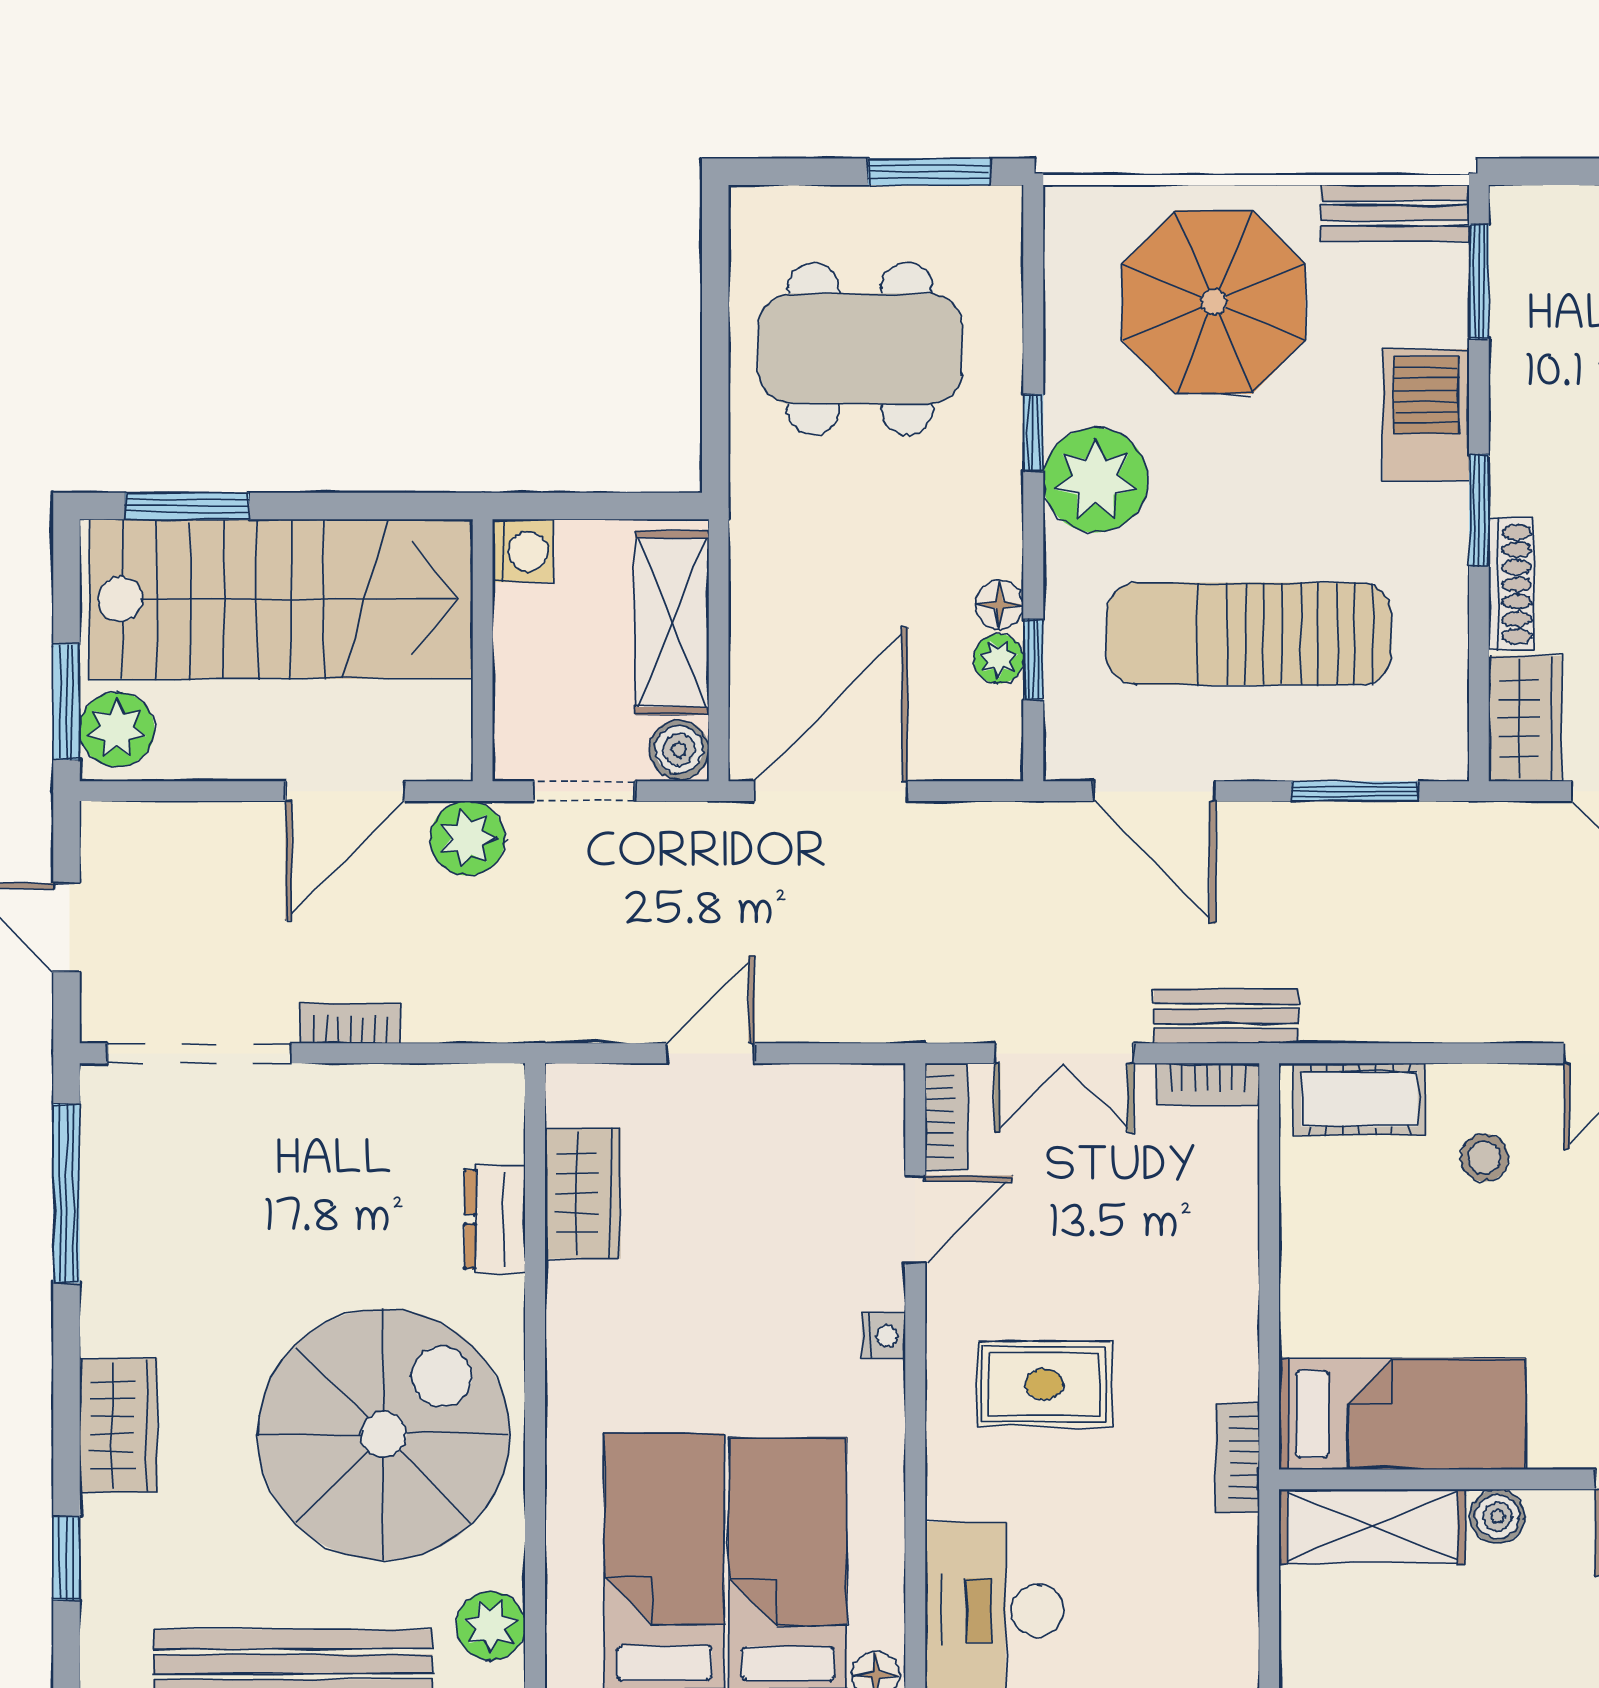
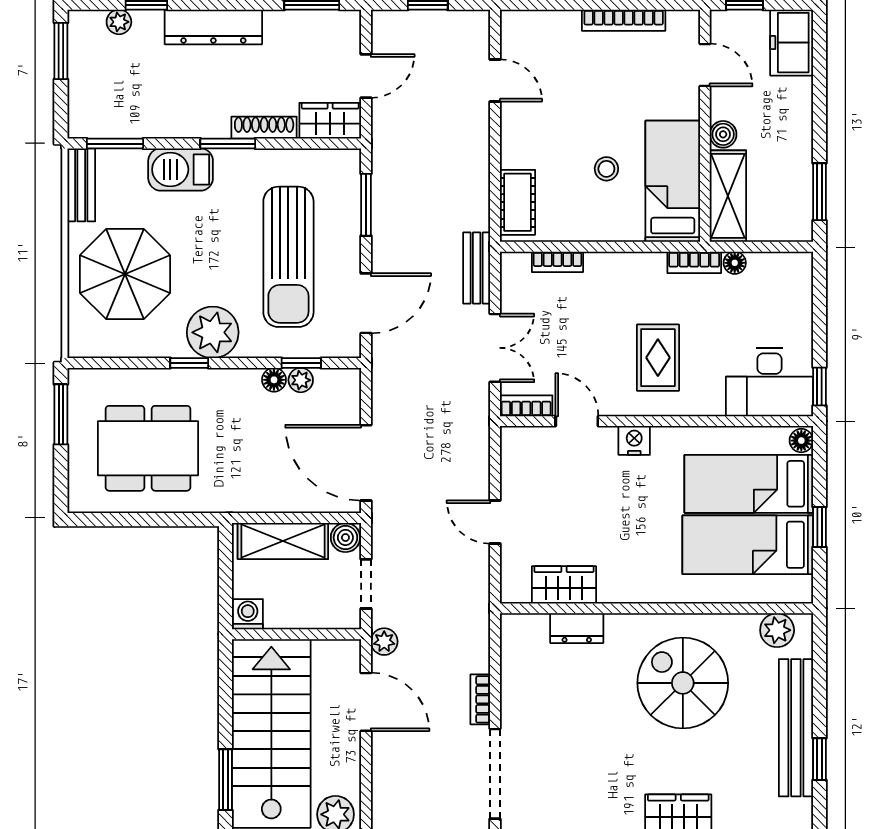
dining table: (860, 349) -> (148, 448), turned 90
plant: (468, 838) -> (384, 642), width x0.73, depth x0.73
bookcase: (1207, 1084) -> (557, 262), moved, turned 90
stool: (1484, 1158) -> (606, 169), moved
nightstand: (884, 1336) -> (634, 440), width x1.39, depth x1.35
spiral stairs: (384, 1434) -> (683, 683), width x0.73, depth x0.73
floor lamp: (1237, 1540) -> (735, 263), added

